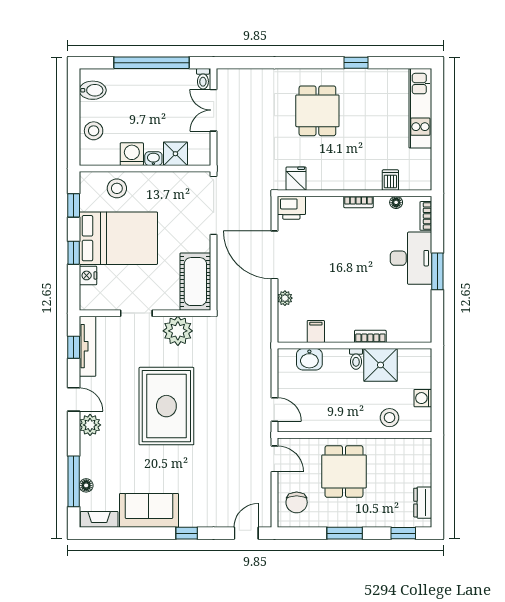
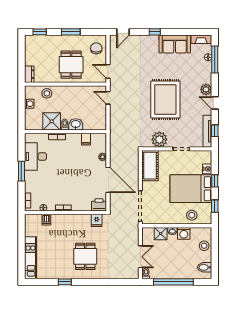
desk: (411, 258) -> (35, 156), moved
washbasin: (309, 359) -> (76, 124), moved
dresser: (423, 503) -> (29, 74), moved

